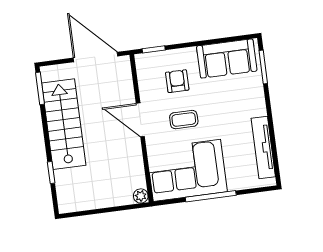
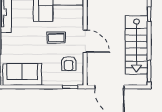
armchair: (177, 81) -> (69, 63), moved

